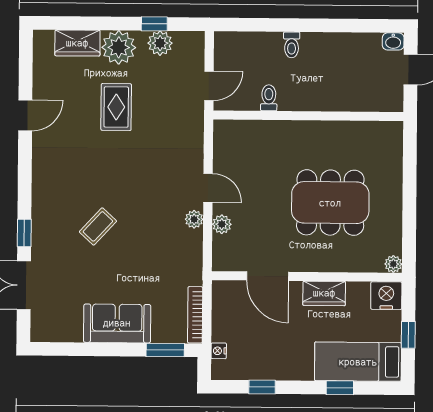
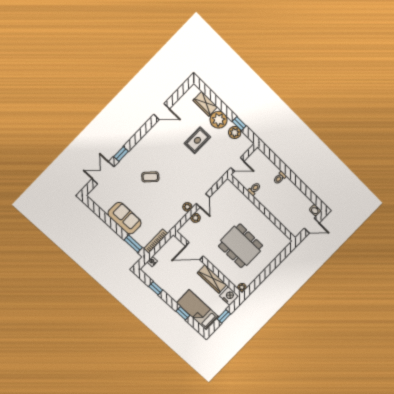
door: (268, 276) -> (194, 251), hinge flipped
wardrobe: (324, 293) -> (212, 279), width x1.50

